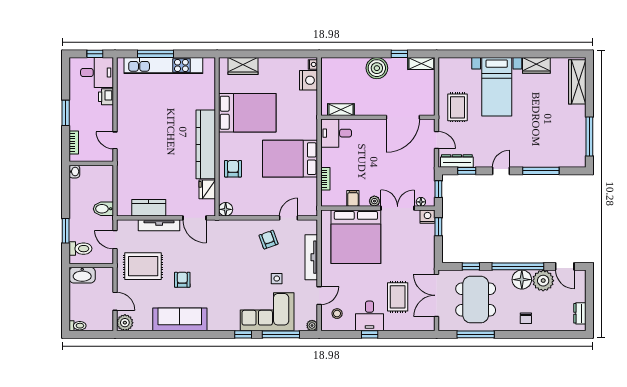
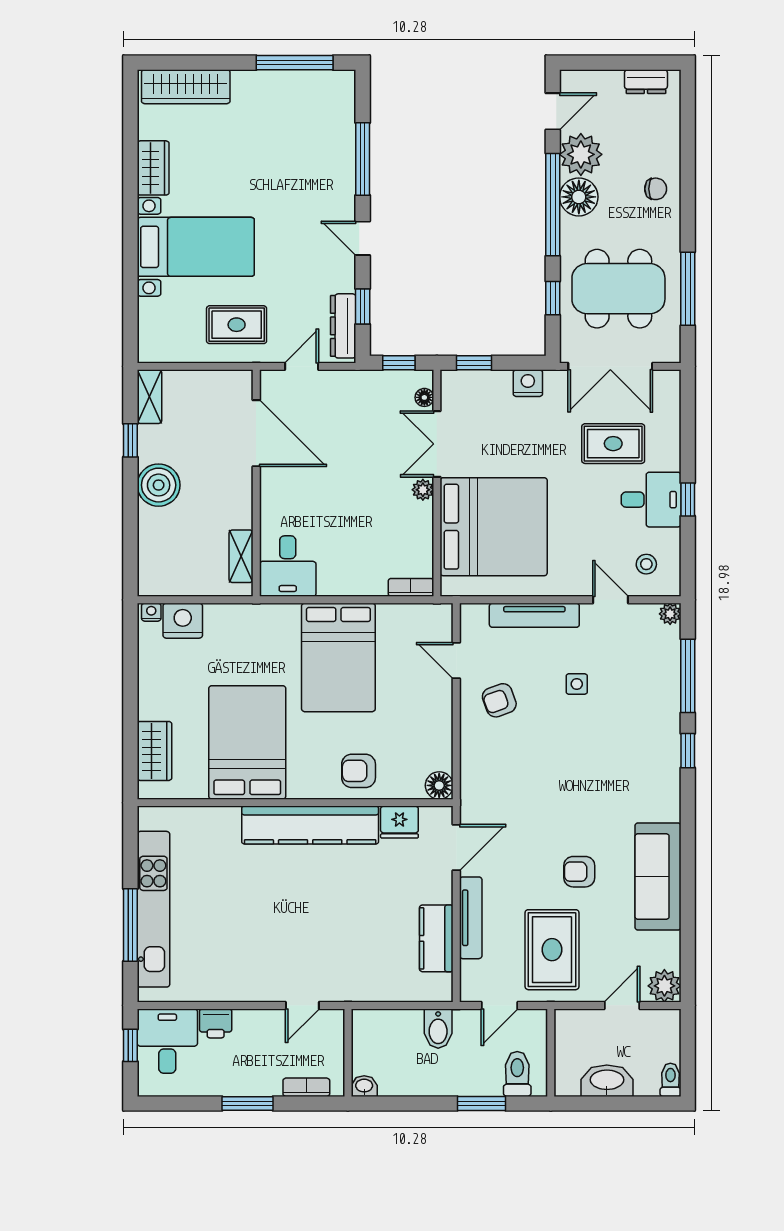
bookcase: (325, 179) -> (411, 587), moved
filing cabinet: (353, 198) -> (417, 533), removed
nightstand: (428, 217) -> (528, 383), moved, turned 90
washbasin: (82, 275) -> (607, 1081), moved, turned -90
corner sofa: (267, 312) -> (643, 703), removed

